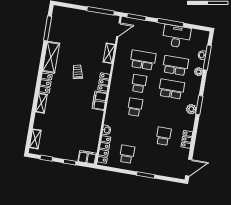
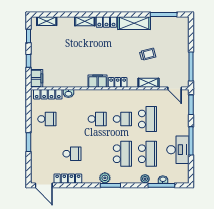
trolley: (77, 72) -> (148, 54), moved
locker: (187, 139) -> (68, 179), width x1.53

